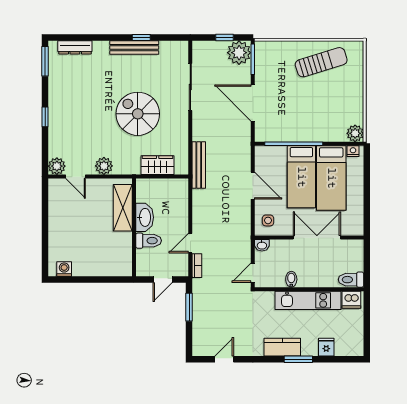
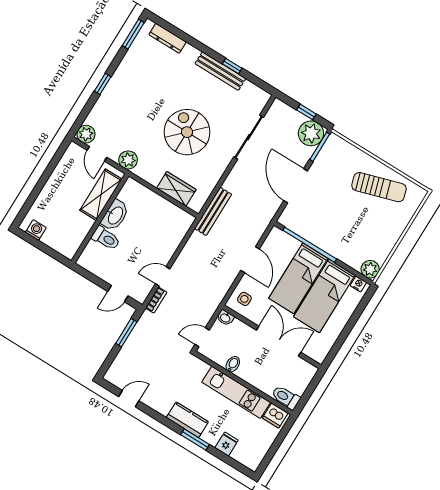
shelving: (123, 208) -> (101, 195), moved
washbasin: (145, 217) -> (115, 215), moved
wall: (134, 227) -> (100, 218), moved
toilet: (149, 241) -> (106, 238), moved

